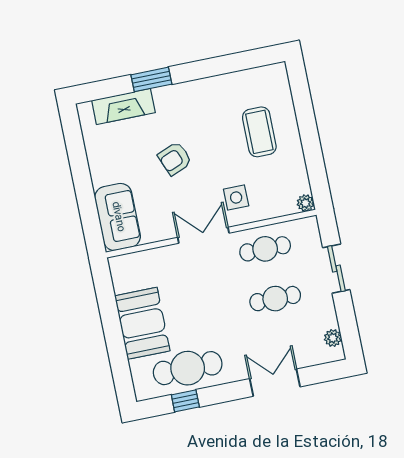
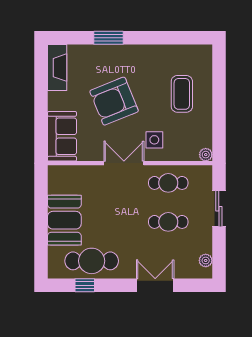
fireplace: (123, 106) -> (57, 68), moved, turned -90
armchair: (175, 159) -> (114, 101), width x1.88, depth x1.88

